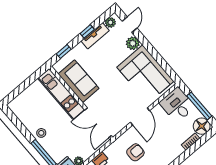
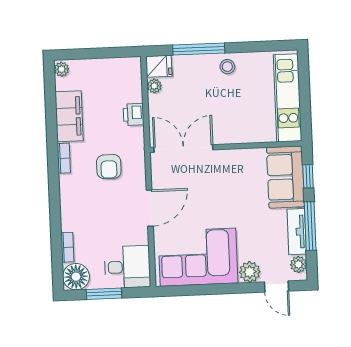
window: (87, 31) -> (310, 226), width x2.17
sofa: (79, 81) -> (285, 177), moved, turned 90
kitchen unit: (61, 94) -> (287, 98), moved, turned -90
window: (199, 106) -> (104, 294), width x0.69
door: (140, 117) -> (150, 208), swing flipped

